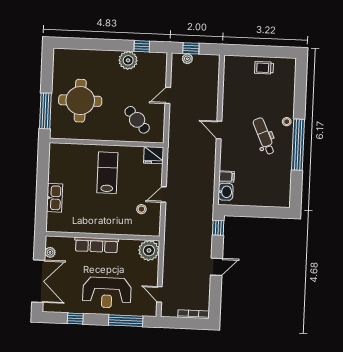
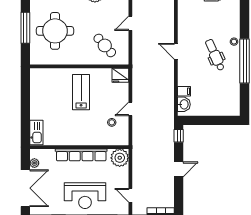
window: (45, 111) -> (25, 28), moved
kitchen sink: (55, 198) -> (36, 133), moved
row of seats: (97, 245) -> (81, 155), width x1.36

